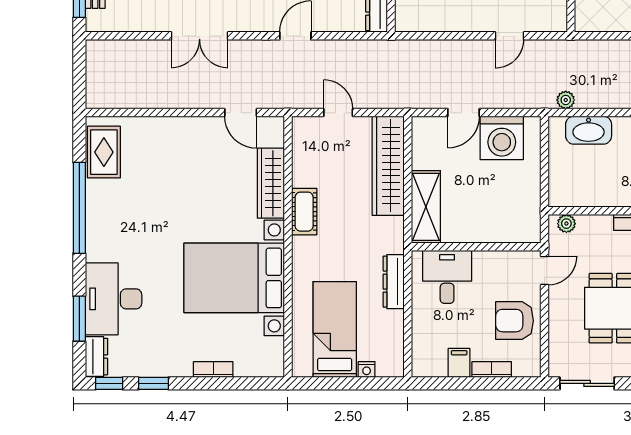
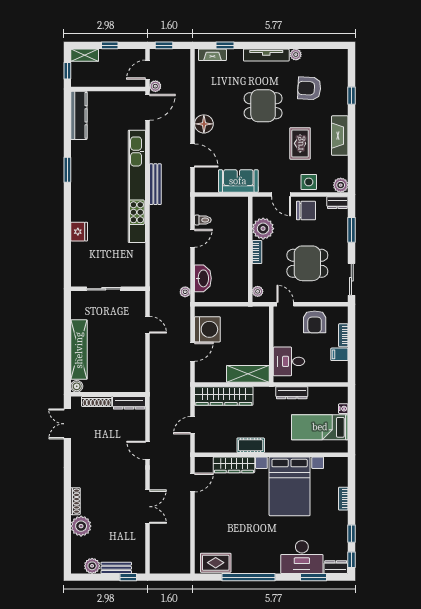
door: (464, 113) -> (193, 352), hinge flipped

